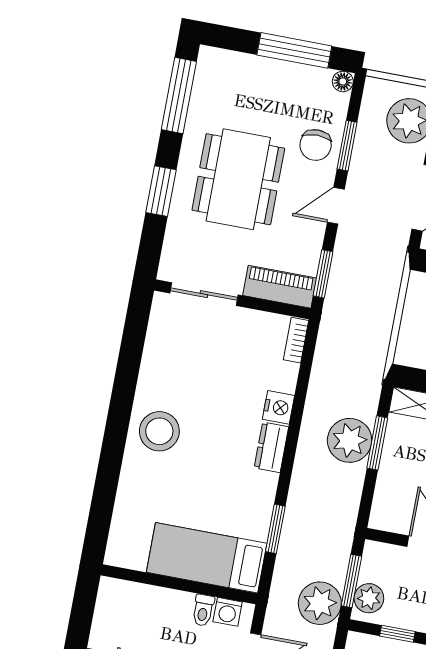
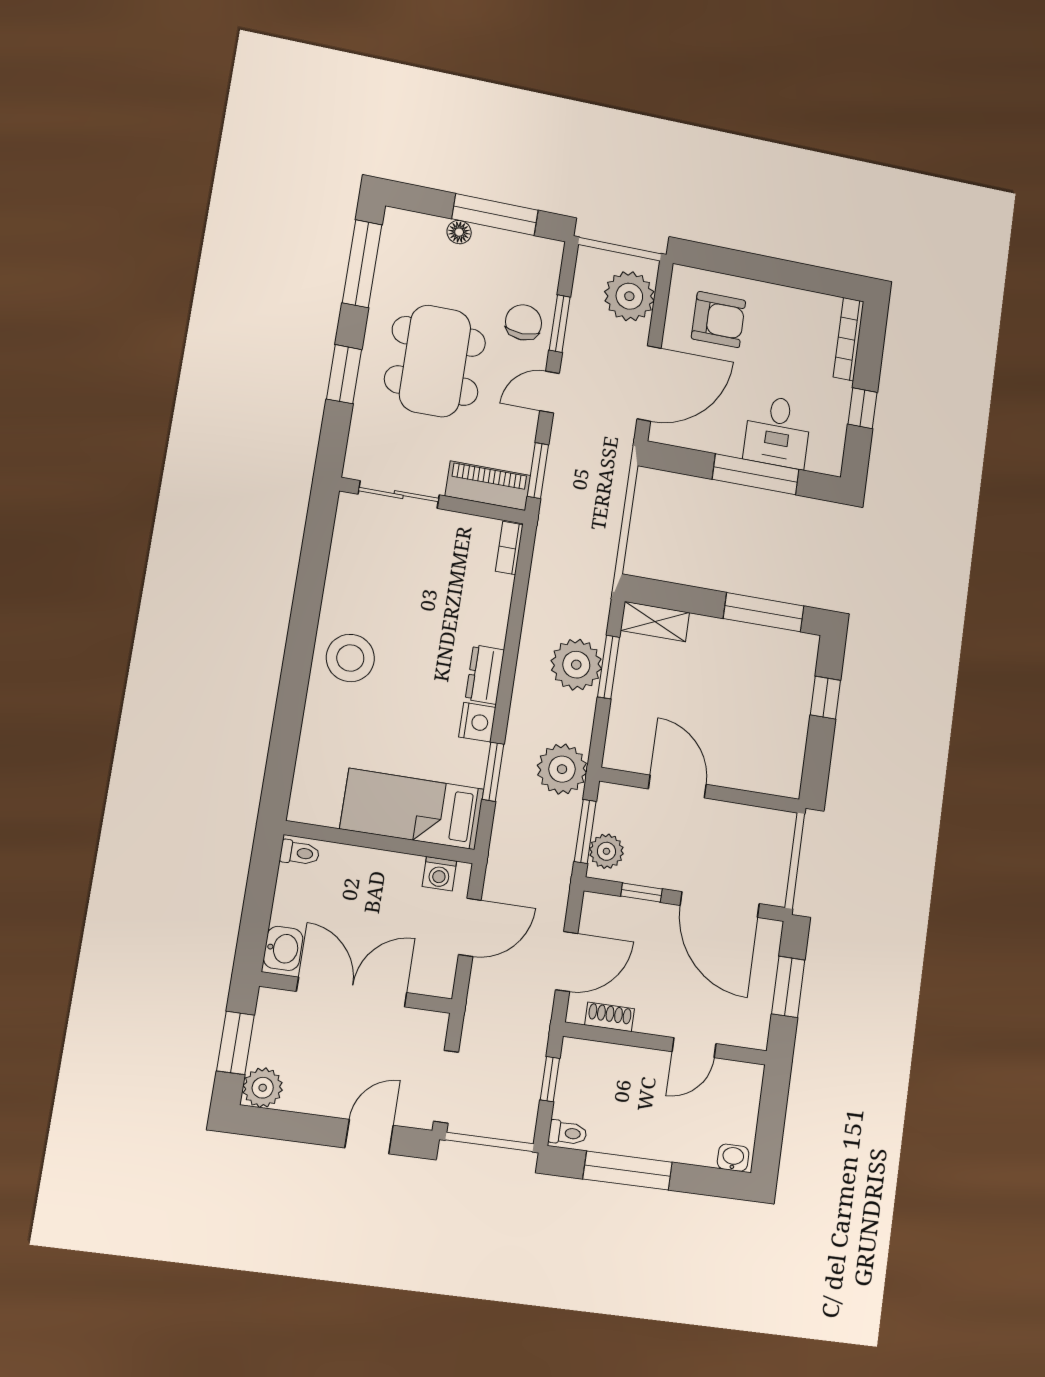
floor lamp: (343, 81) -> (459, 232), moved
chair: (316, 145) -> (524, 322), turned 180
nightstand: (278, 407) -> (477, 722), moved
plant: (320, 603) -> (562, 769), moved
toilet: (203, 610) -> (300, 853), moved, turned -90

